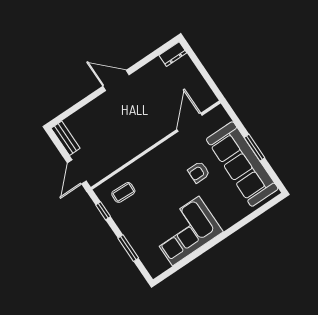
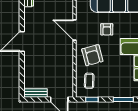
door: (189, 122) -> (74, 30), moved
armchair: (156, 176) -> (92, 55), added

